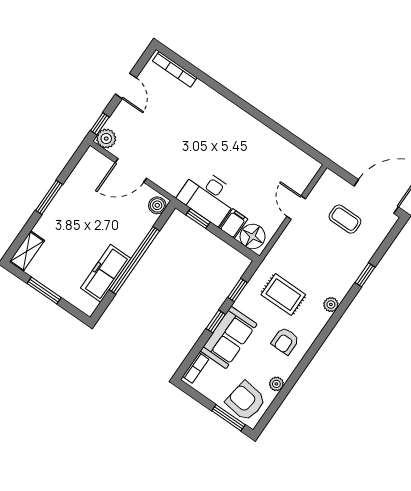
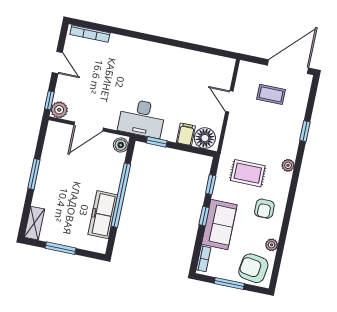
desk: (208, 196) -> (142, 118), moved
window: (228, 418) -> (229, 283), moved

